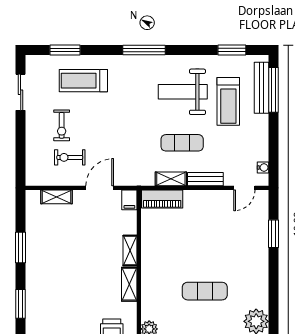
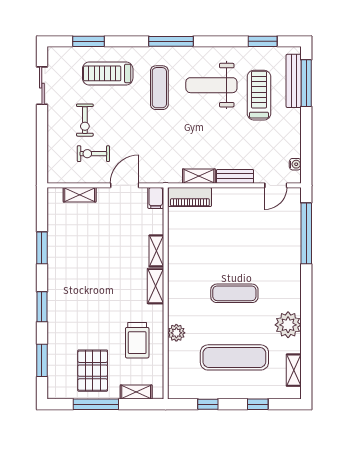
treadmill: (228, 101) -> (259, 95), turned 180
exercise mat: (182, 143) -> (159, 88), moved, turned 90
window: (274, 234) -> (306, 233), width x2.11

